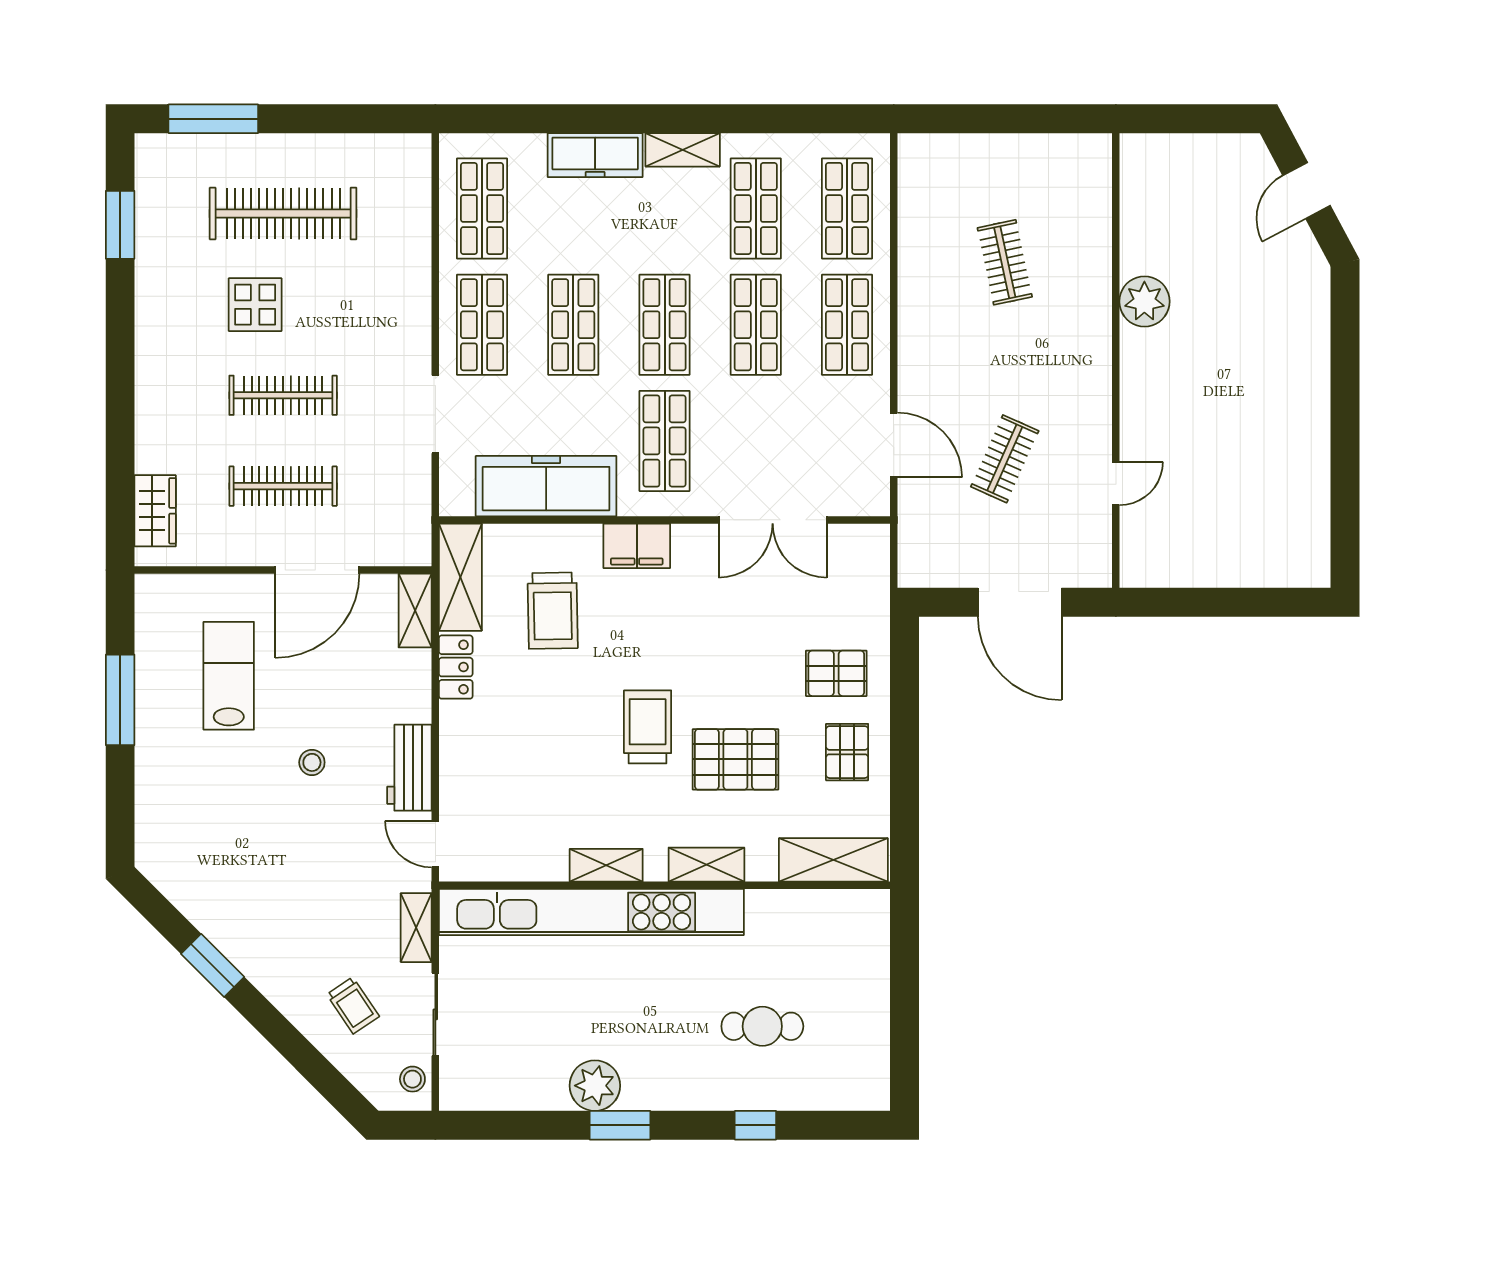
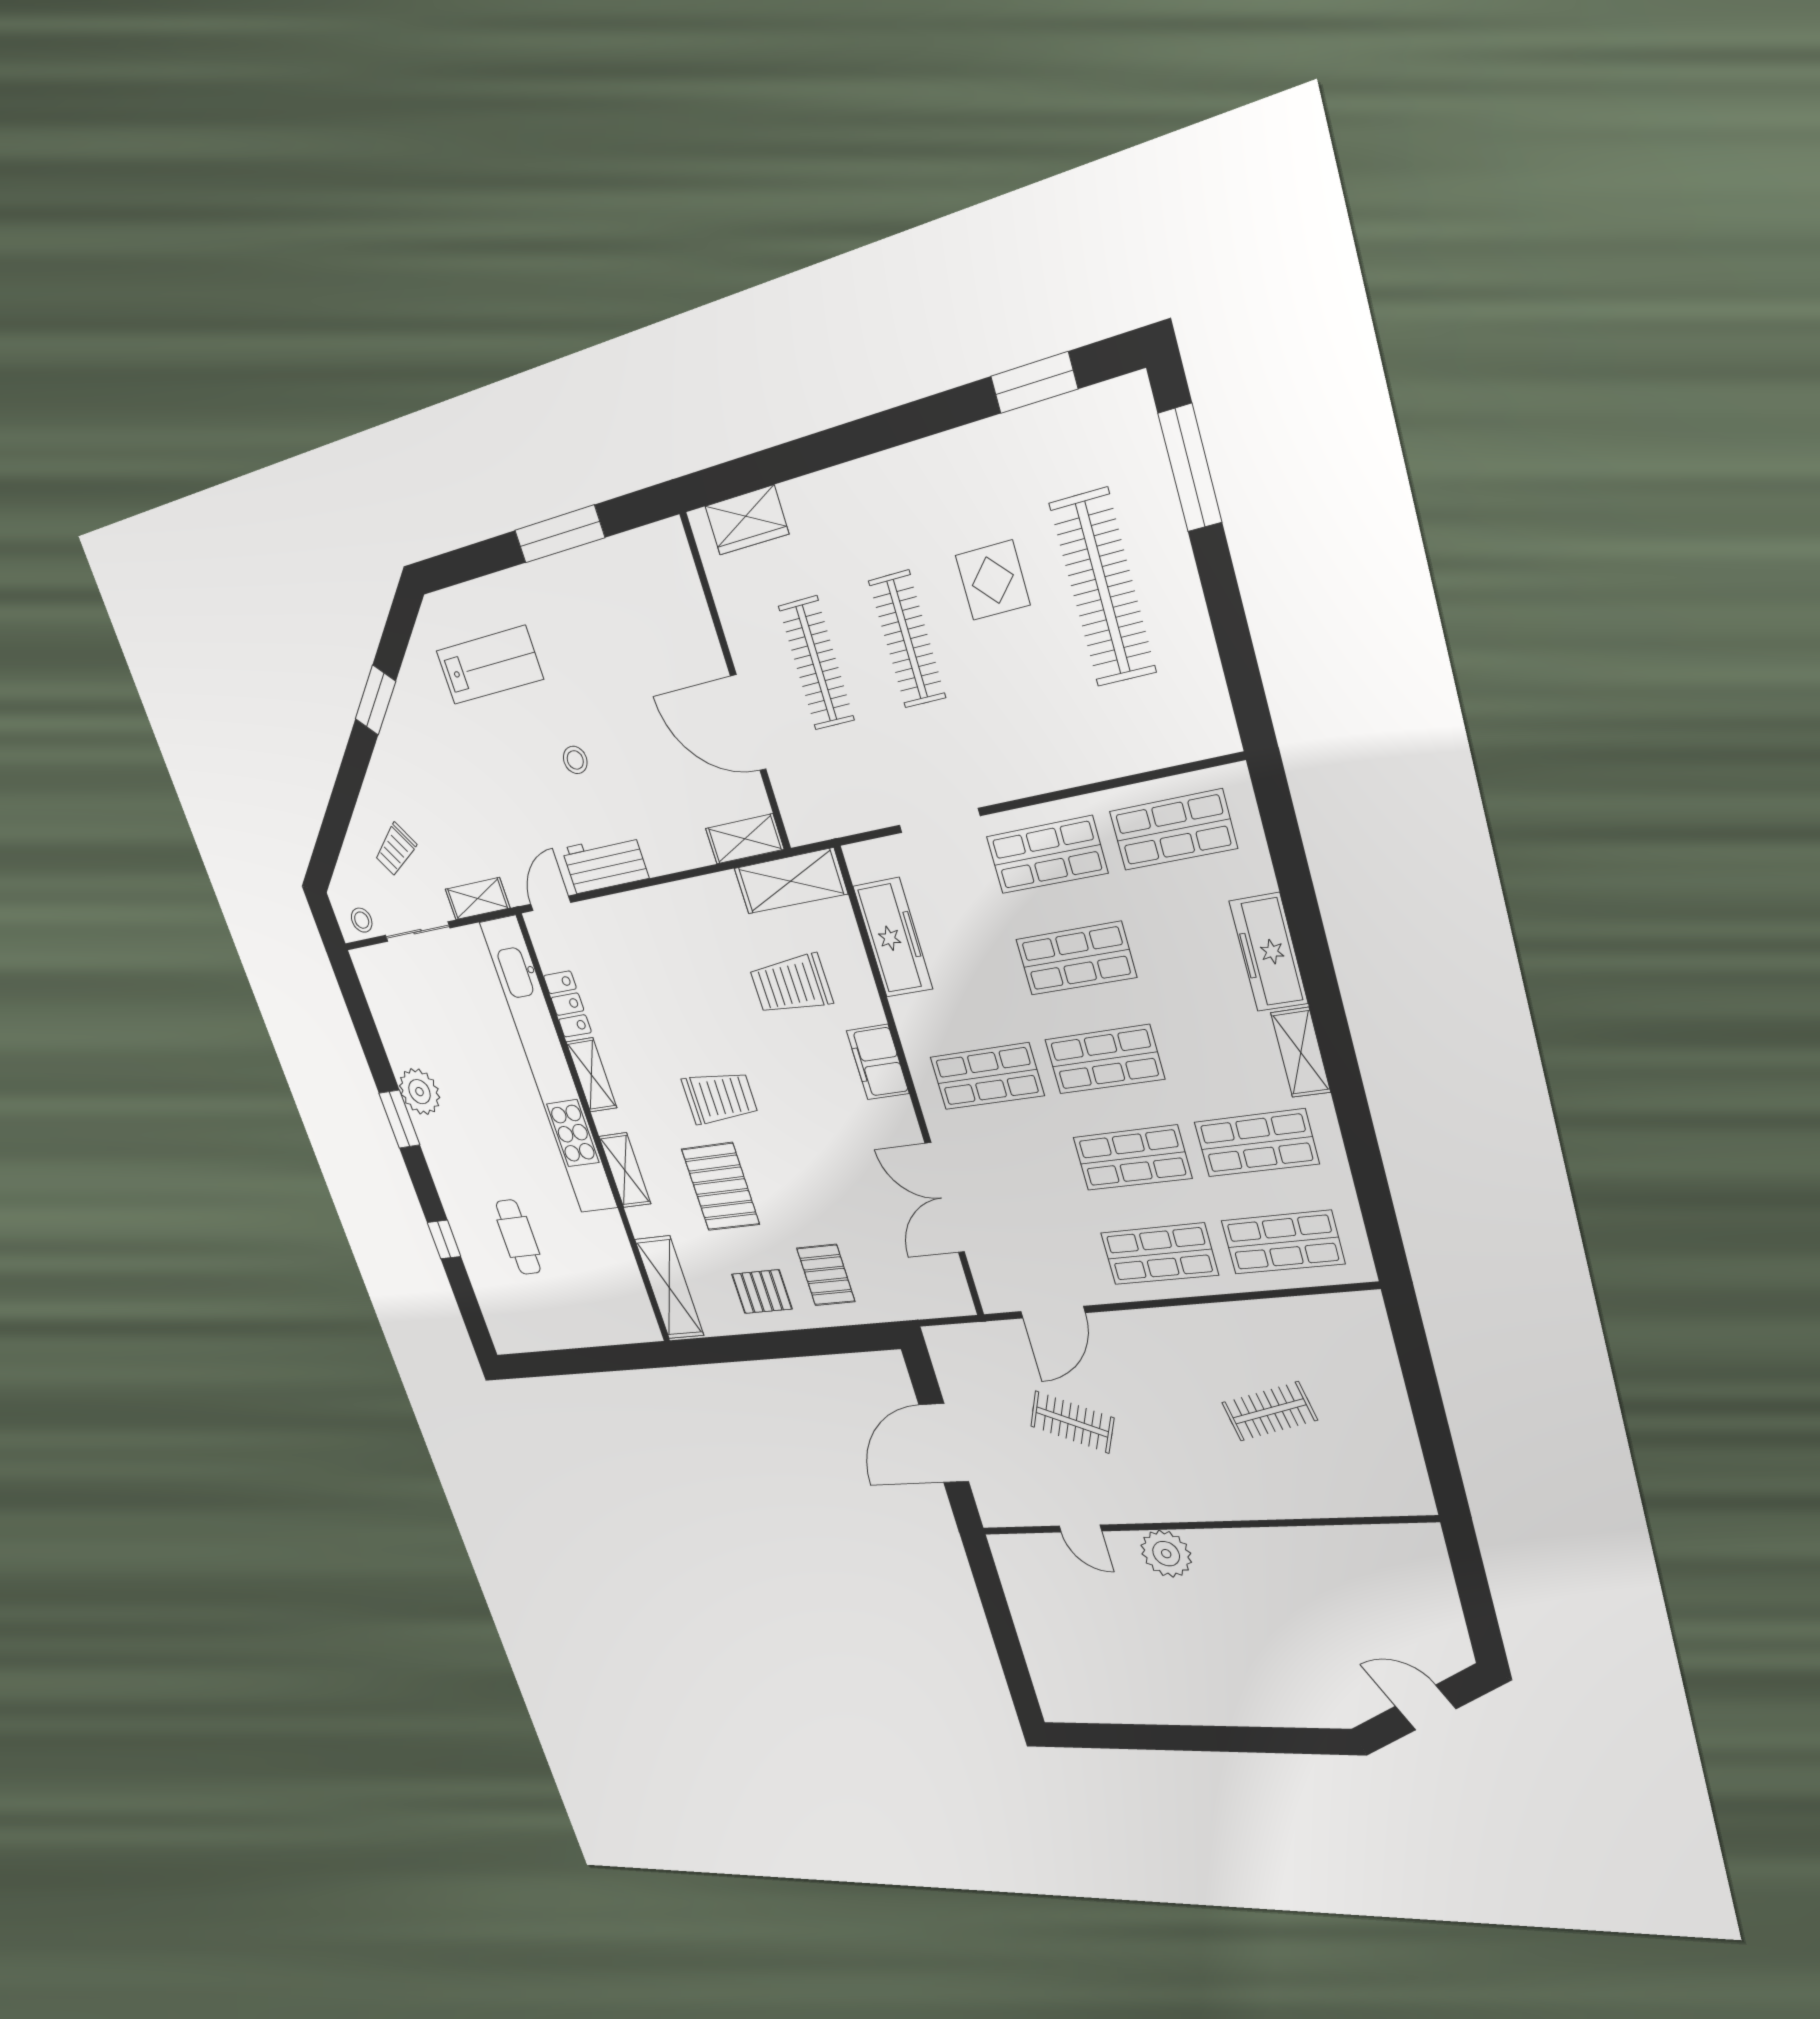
plant: (1144, 301) -> (1166, 1554), moved
freezer: (546, 486) -> (893, 938), width x0.73, depth x0.79
locker: (456, 667) -> (567, 1004), moved, turned -90
lab bench: (229, 676) -> (490, 665), moved

